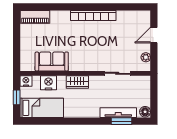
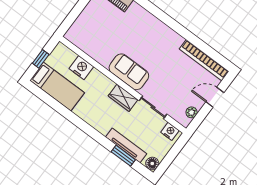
bookcase: (93, 16) -> (204, 60), moved
sofa: (52, 61) -> (129, 72), moved
nightstand: (26, 81) -> (170, 131), moved
wardrobe: (77, 82) -> (123, 98), moved

